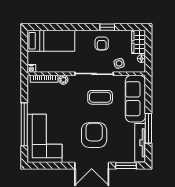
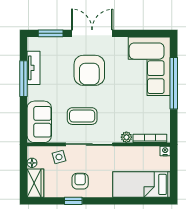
sofa: (135, 99) -> (39, 122), width x0.73
tv unit: (140, 143) -> (34, 68), width x0.71

